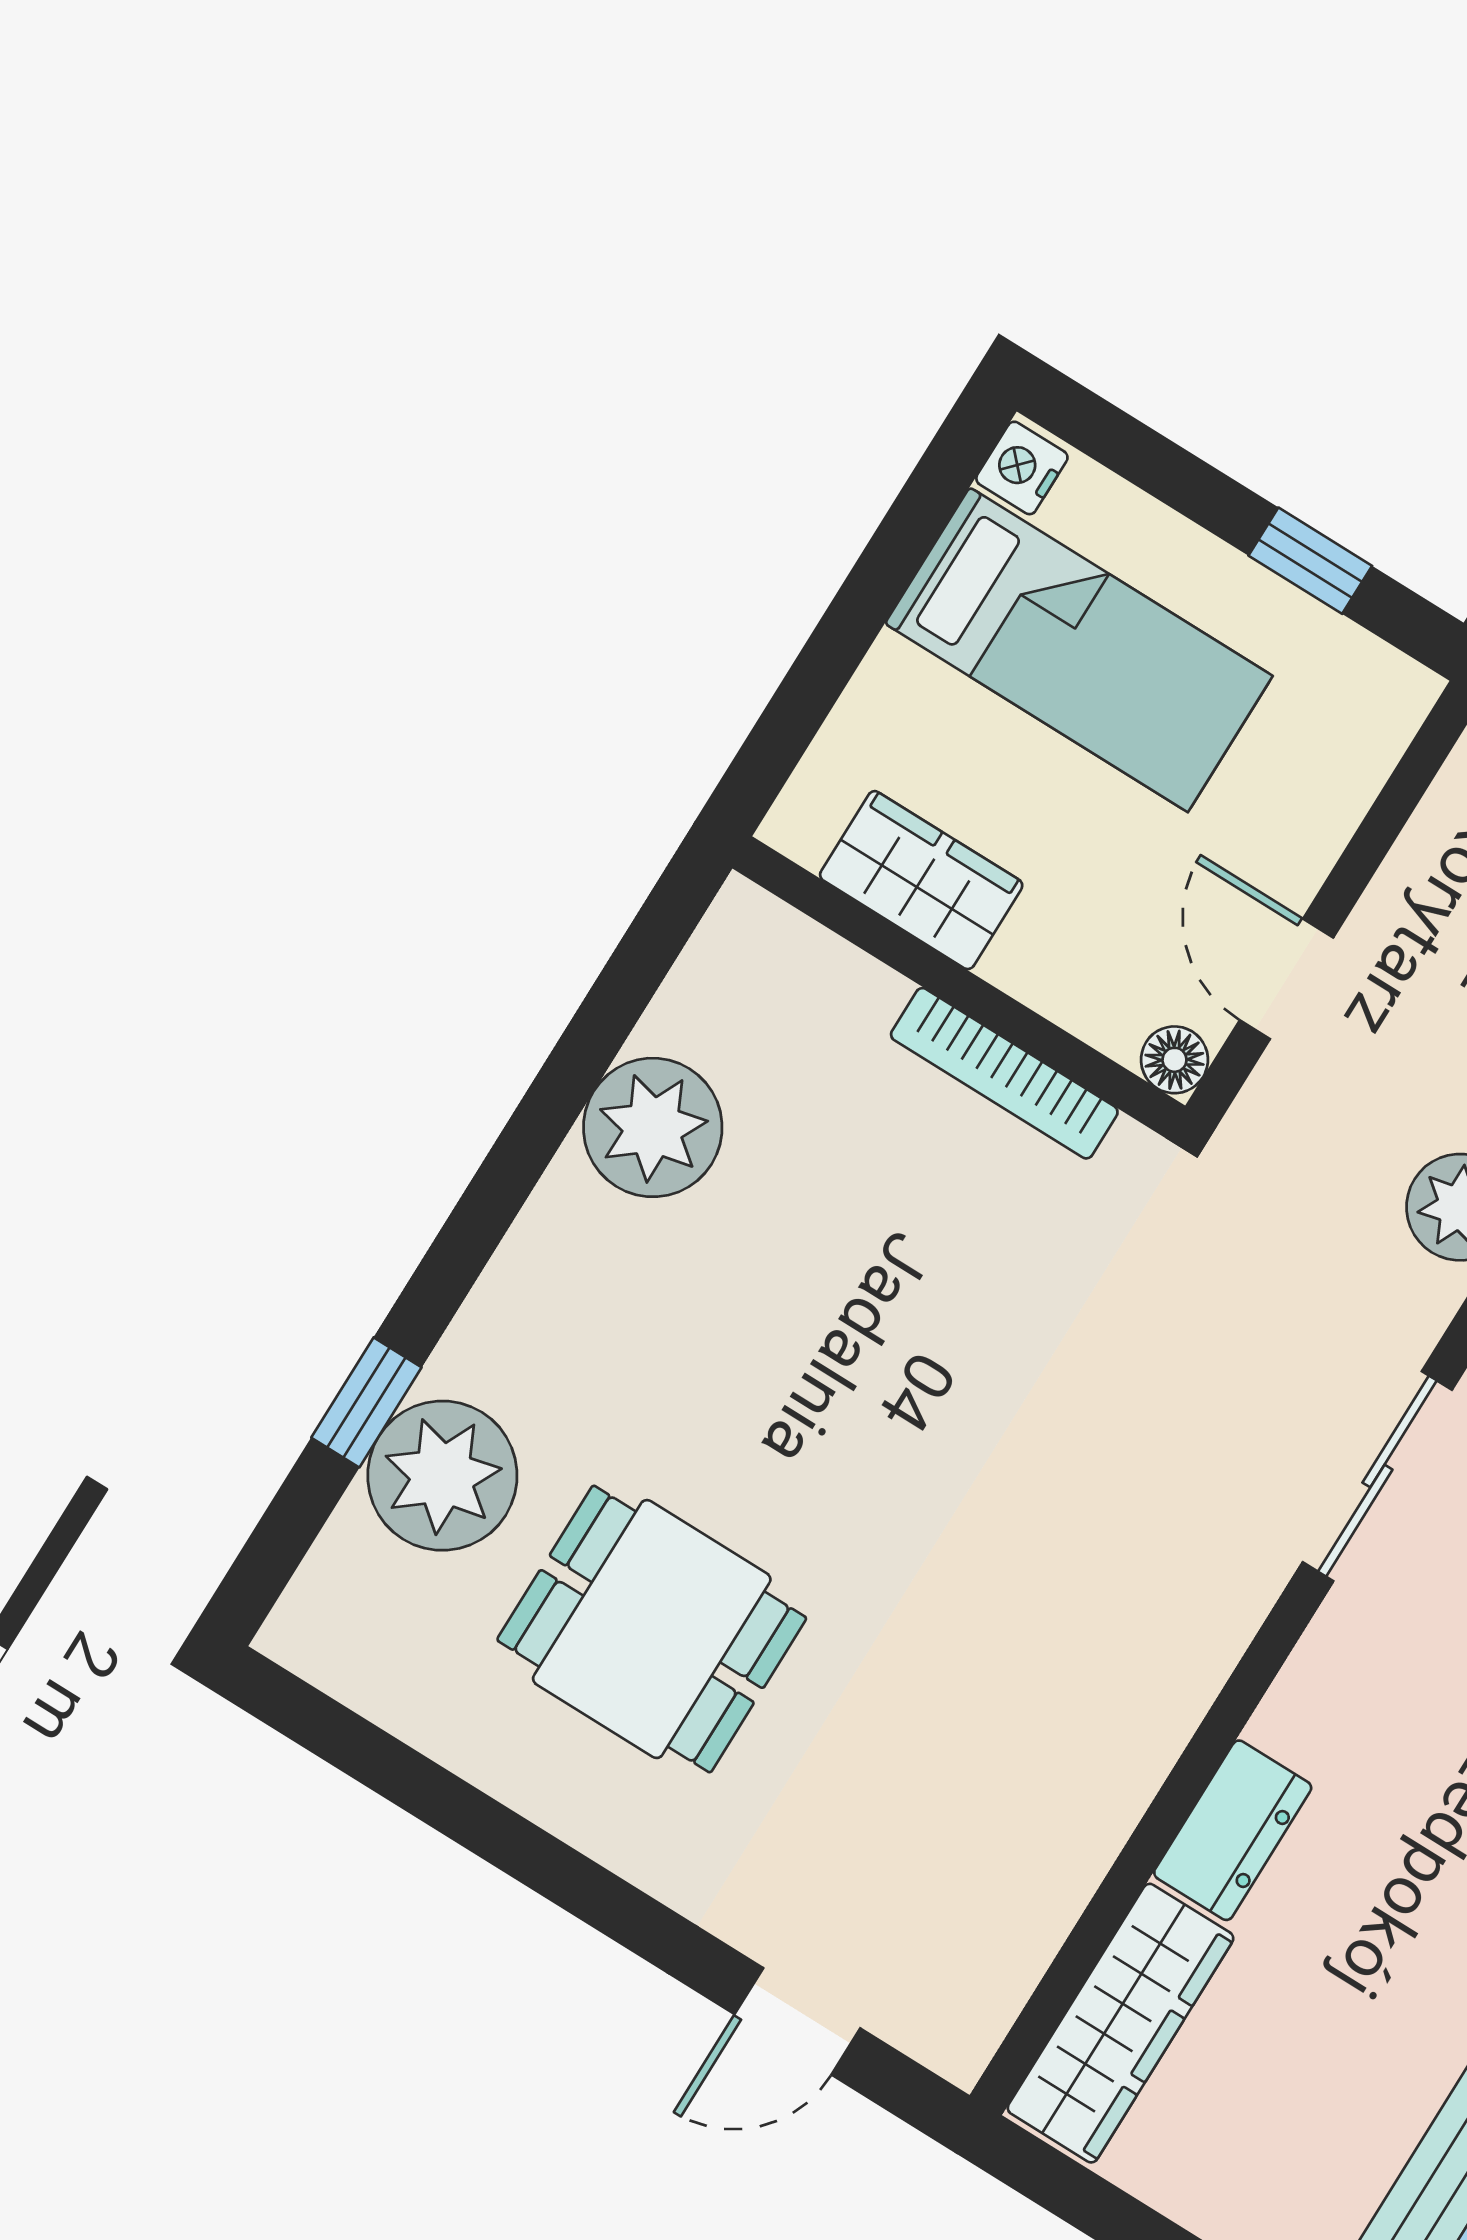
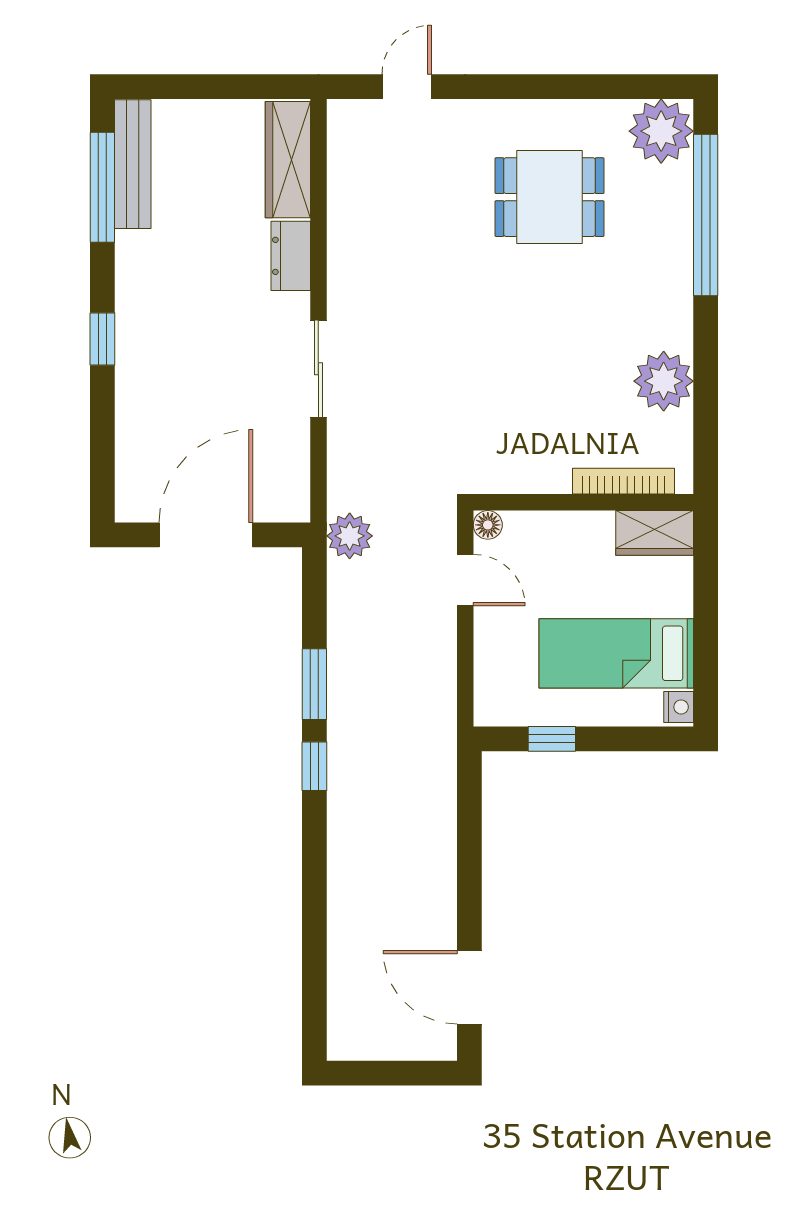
wardrobe: (921, 880) -> (655, 533), moved
bookcase: (1004, 1073) -> (624, 481), moved
window: (366, 1402) -> (706, 215), width x3.17
plant: (442, 1476) -> (661, 131), moved
sliding door: (1377, 1476) -> (318, 369), moved

